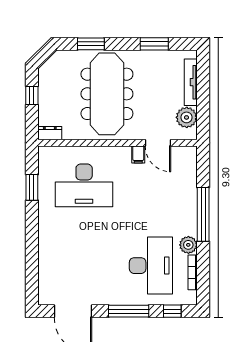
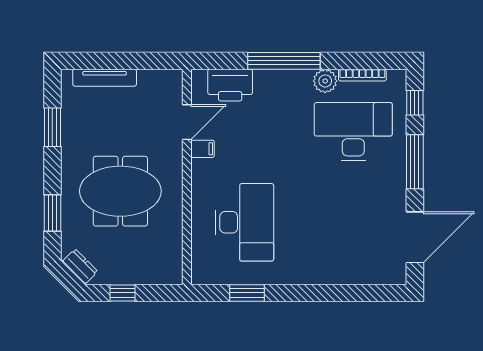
meeting table: (107, 94) -> (120, 191), width x0.73
plant: (187, 117) -> (152, 83), removed
dresser: (50, 133) -> (80, 266), moved, turned 135
printer: (185, 175) -> (230, 85), added

